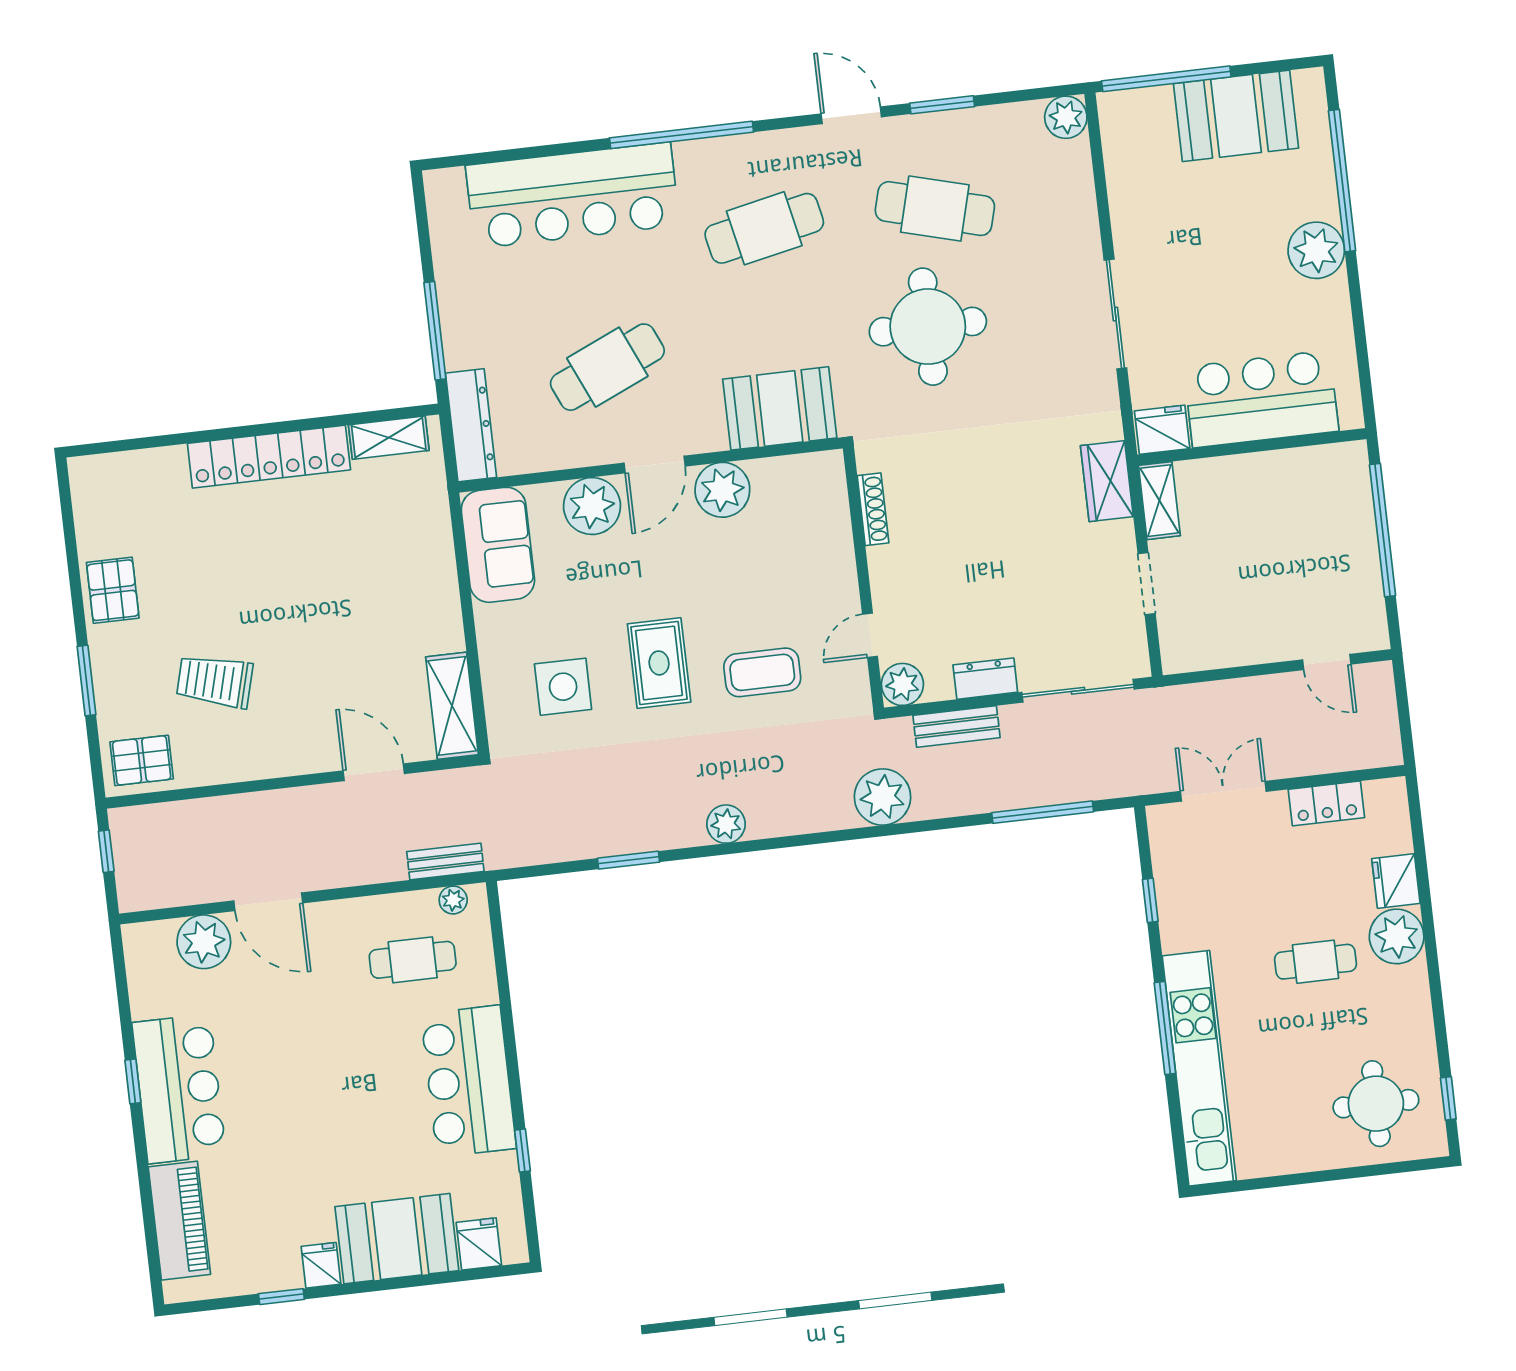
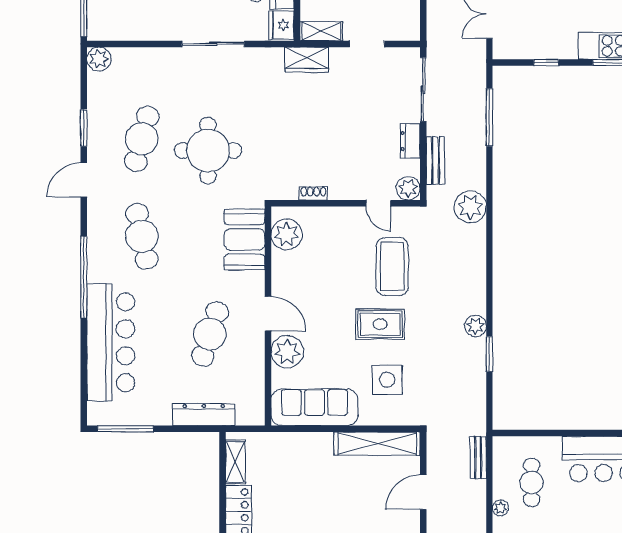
window: (435, 331) -> (125, 429), moved
cafe table: (607, 367) -> (210, 334), turned 42
dresser: (471, 425) -> (204, 415), moved
plant: (722, 490) -> (287, 234), moved
shoe rack: (873, 509) -> (313, 193), width x0.70
sofa: (498, 545) -> (315, 407), width x1.36
coffee table: (762, 672) -> (392, 266), width x1.36, depth x1.32
shelving: (452, 706) -> (377, 444), width x1.47
plant: (726, 824) -> (475, 326), moved
plant: (453, 900) -> (500, 508), moved

